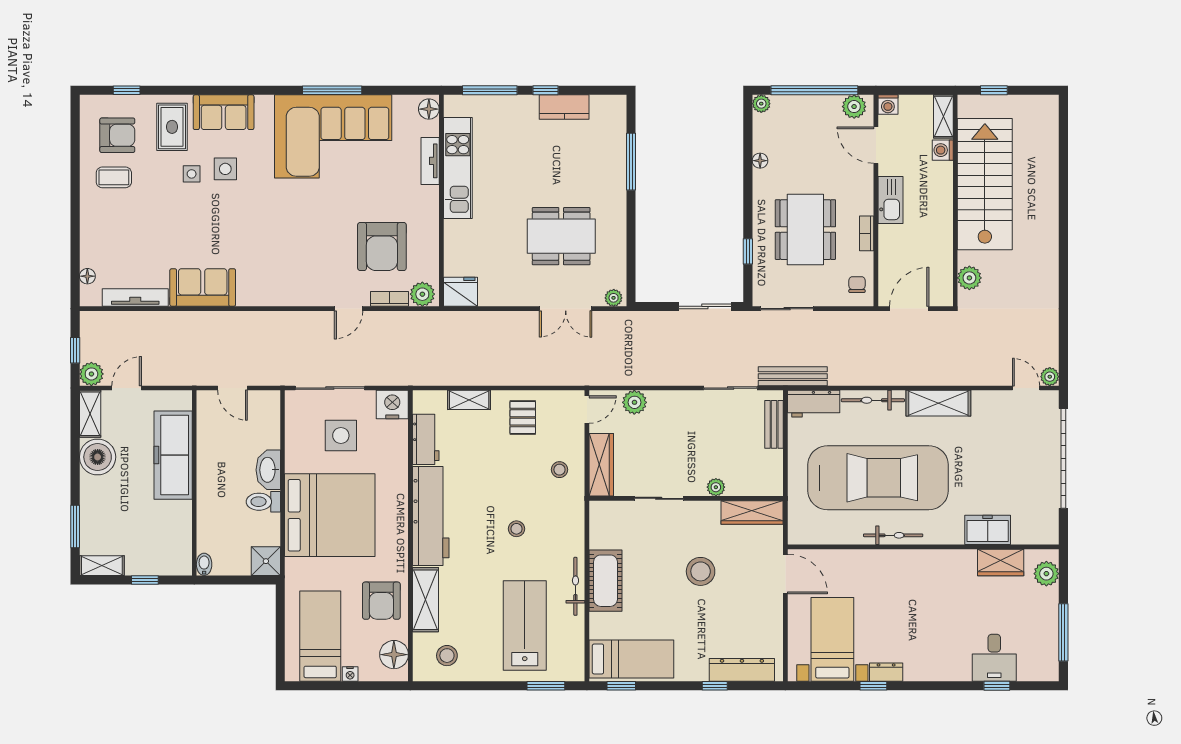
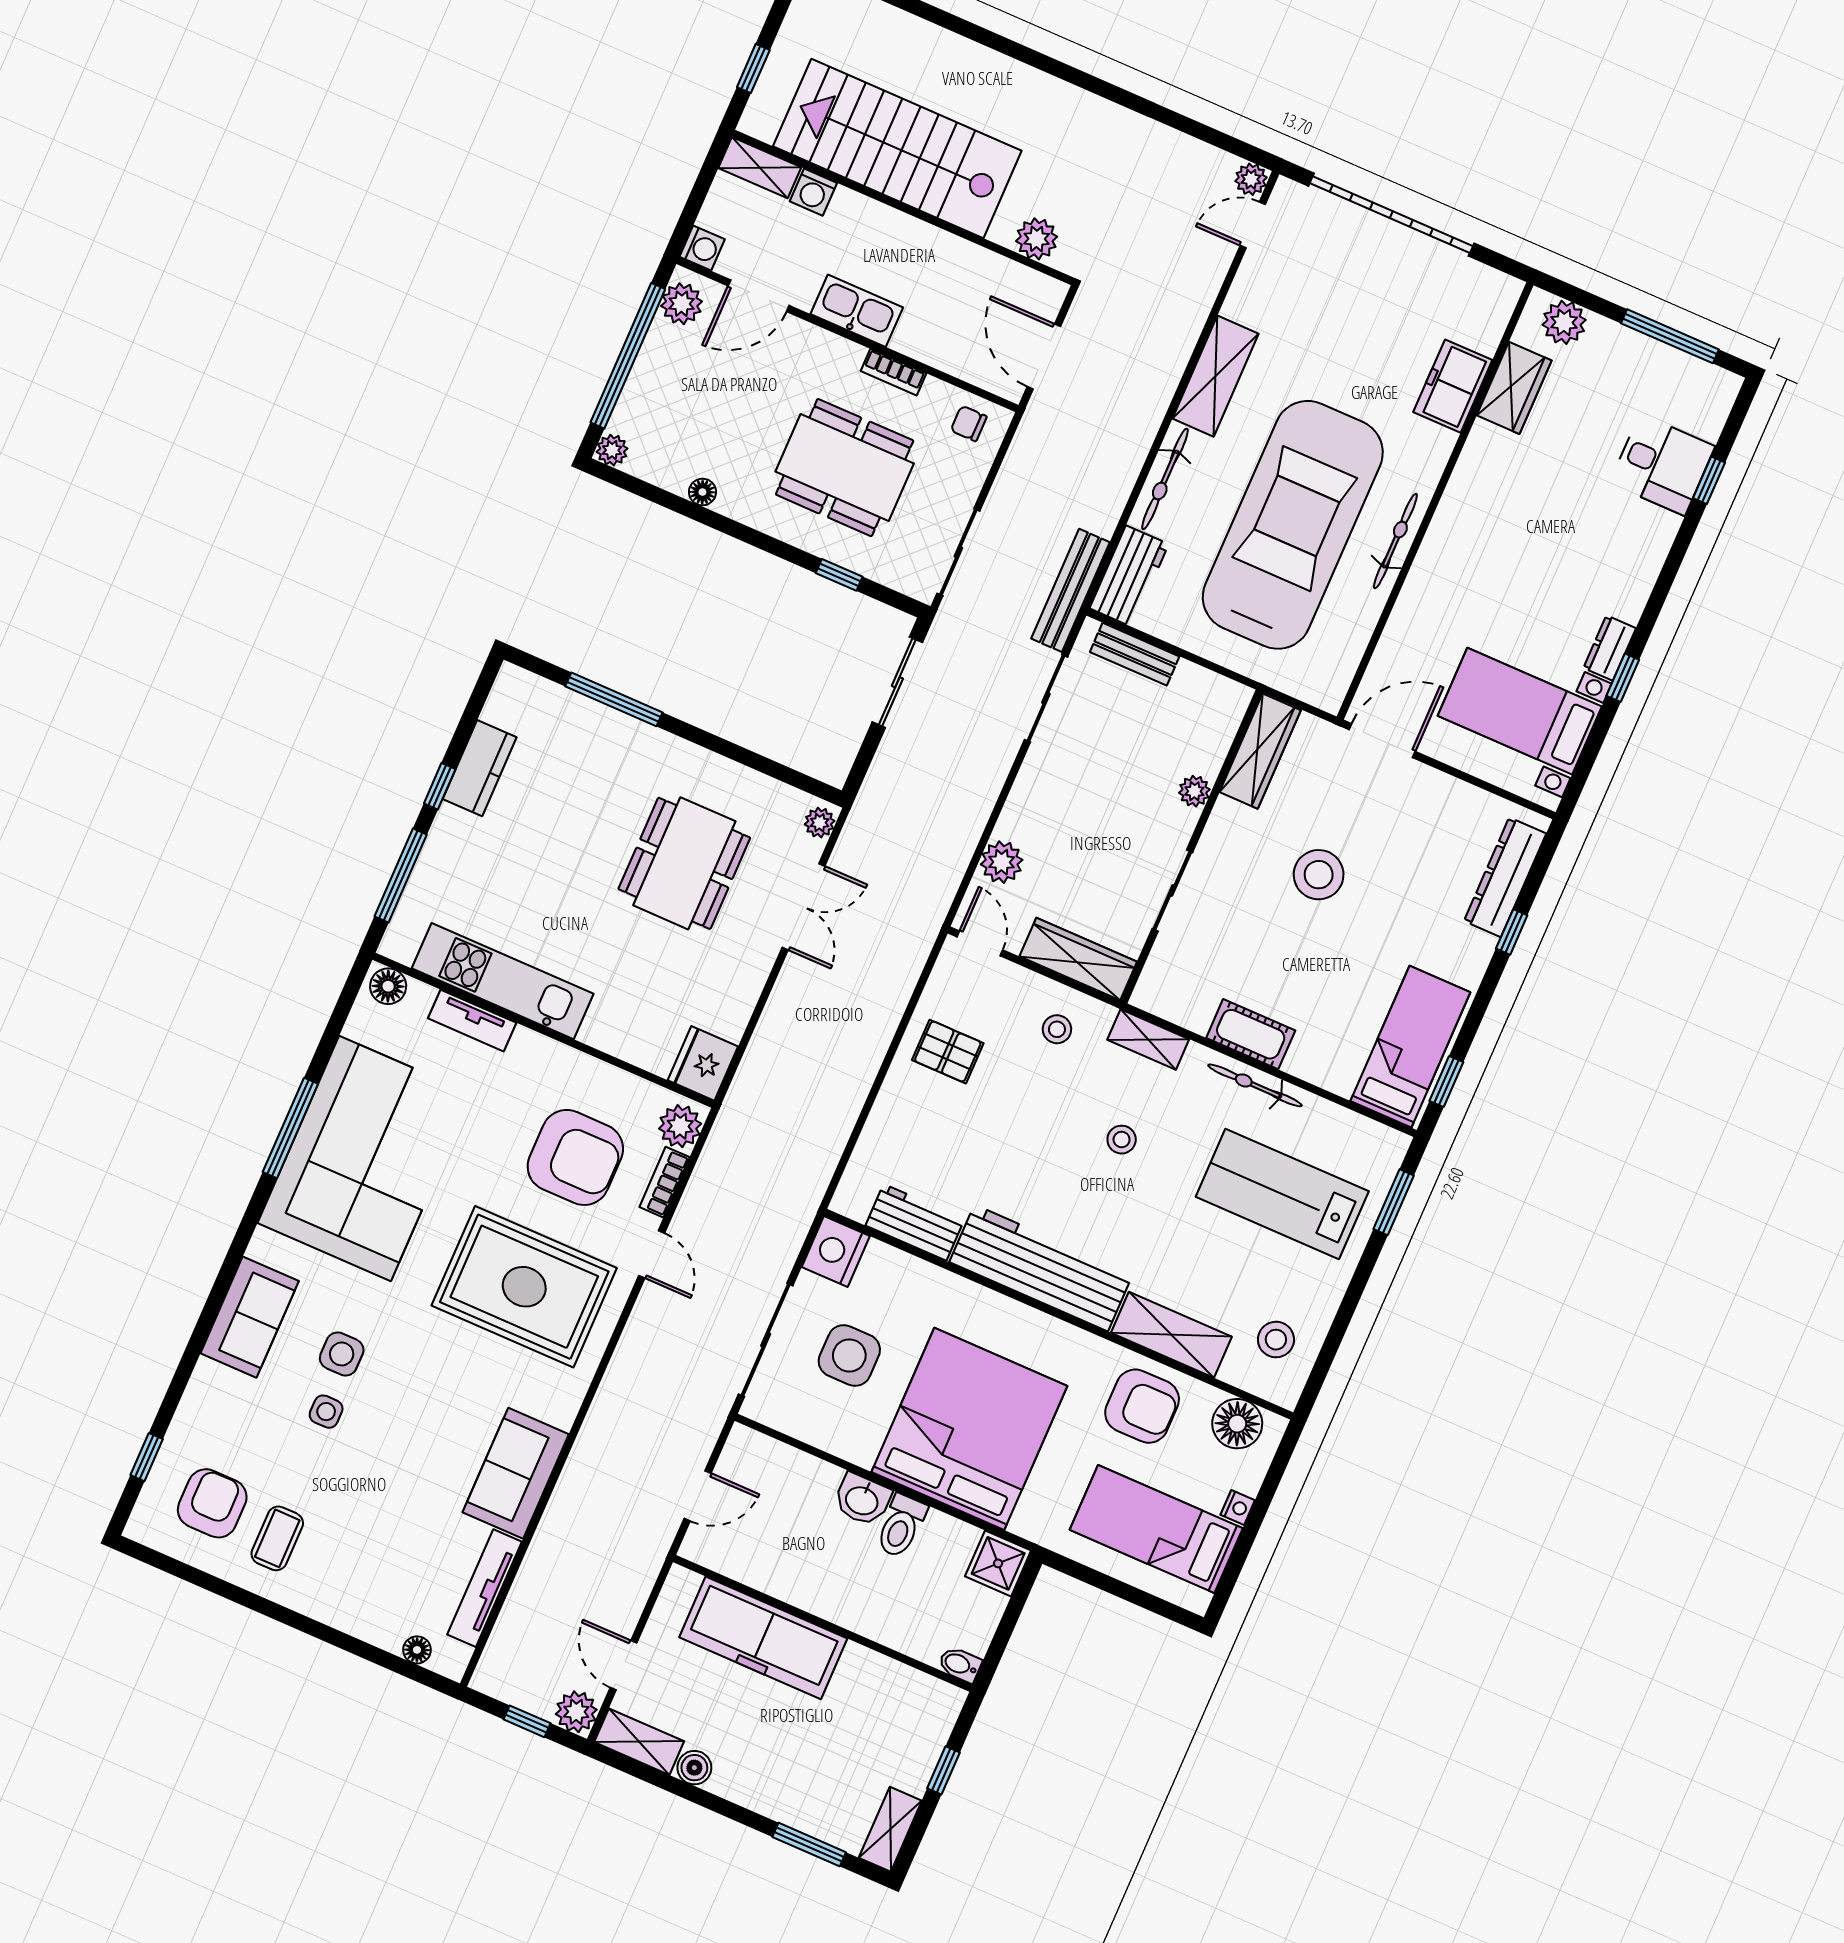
rug: (172, 127) -> (524, 1287), moved, width x1.86, depth x2.06
shelving: (469, 400) -> (1148, 1039), moved, turned 90
boiler: (98, 457) -> (694, 1768), width x0.54, depth x0.54
washbasin: (268, 470) -> (862, 1500), width x0.72
cot: (605, 581) -> (1251, 1034), width x0.73, depth x0.75

